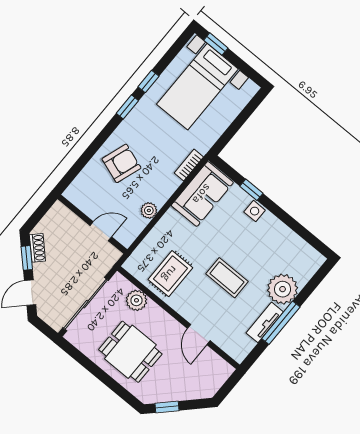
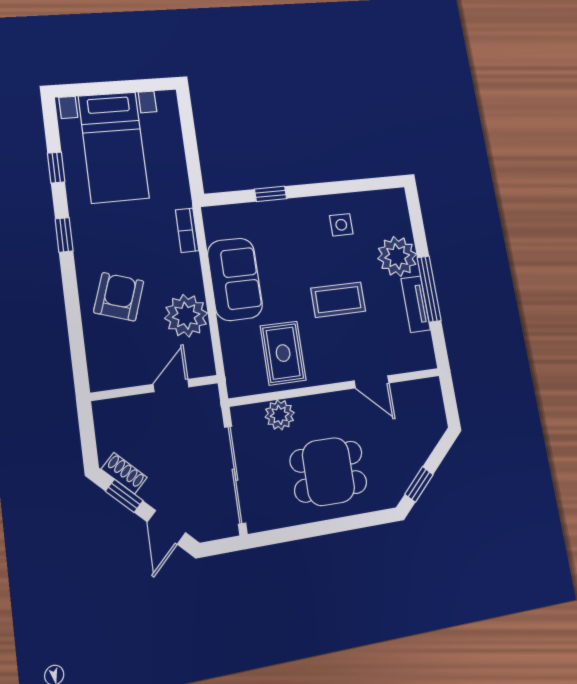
window: (216, 44) -> (88, 89), removed
window: (148, 81) -> (56, 168), moved
sofa: (202, 194) -> (235, 279), moved
plant: (149, 210) -> (186, 316), width x1.87, depth x1.87
side table: (255, 211) -> (341, 225), moved

